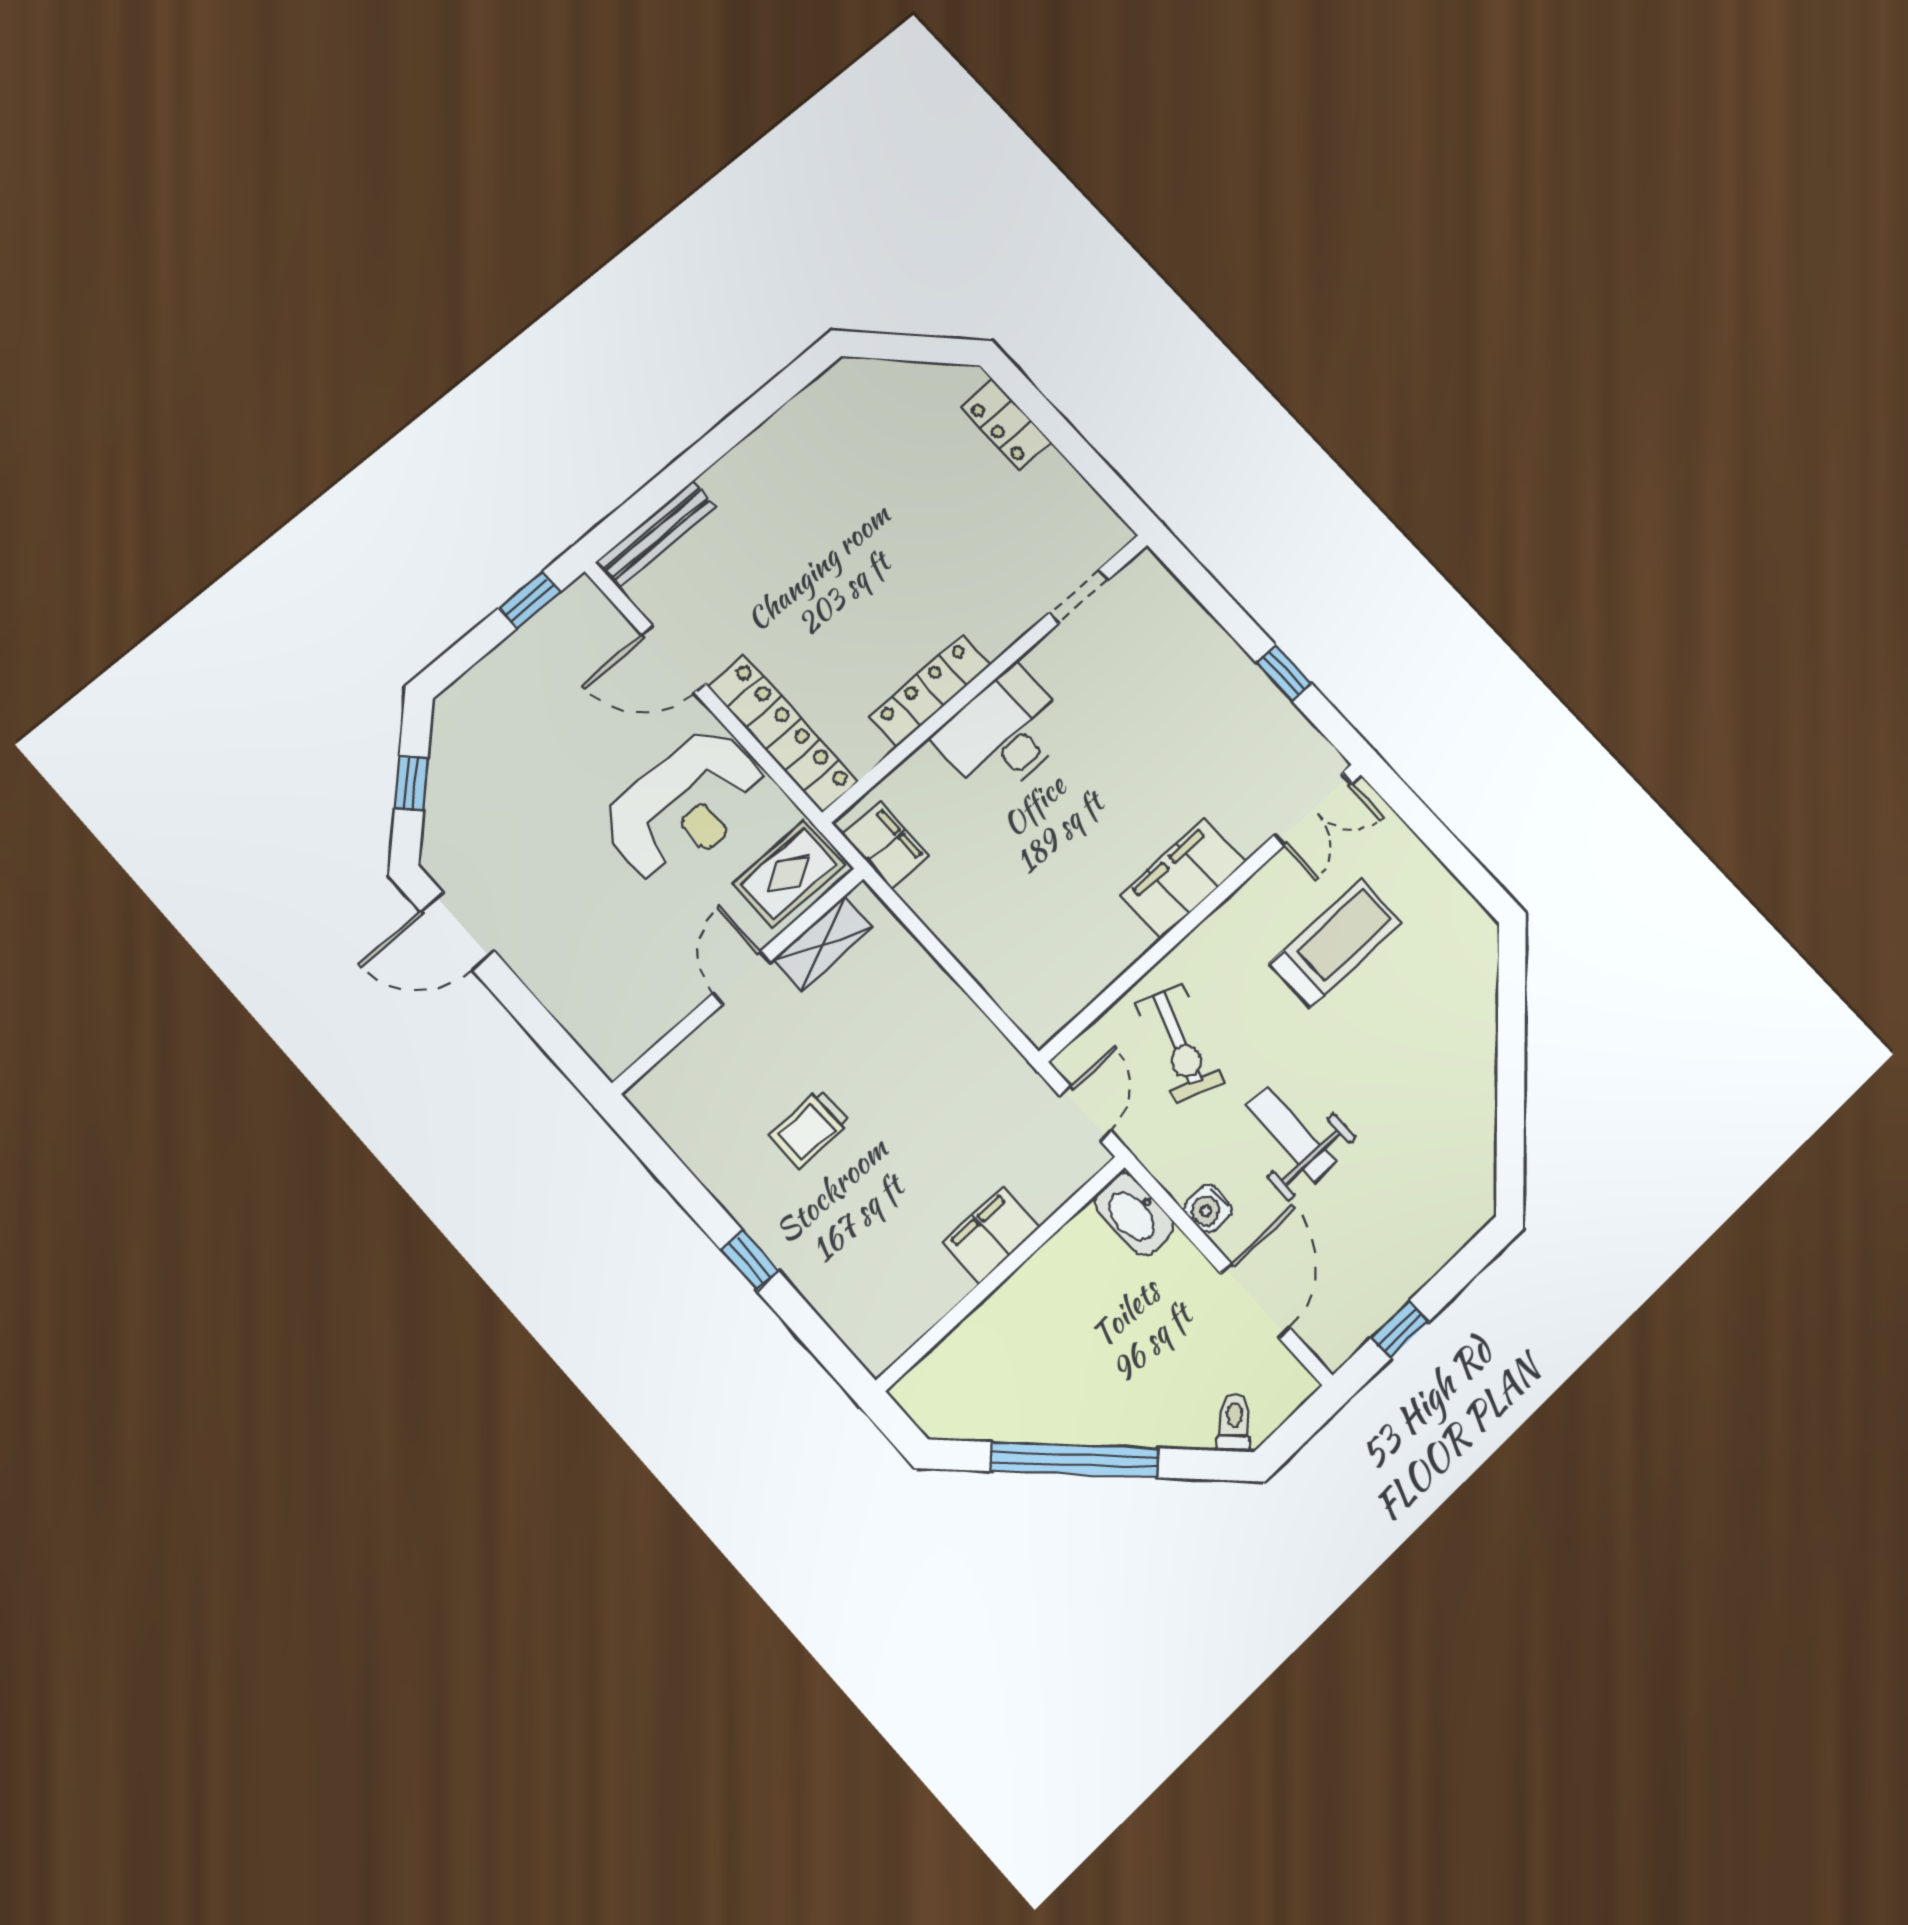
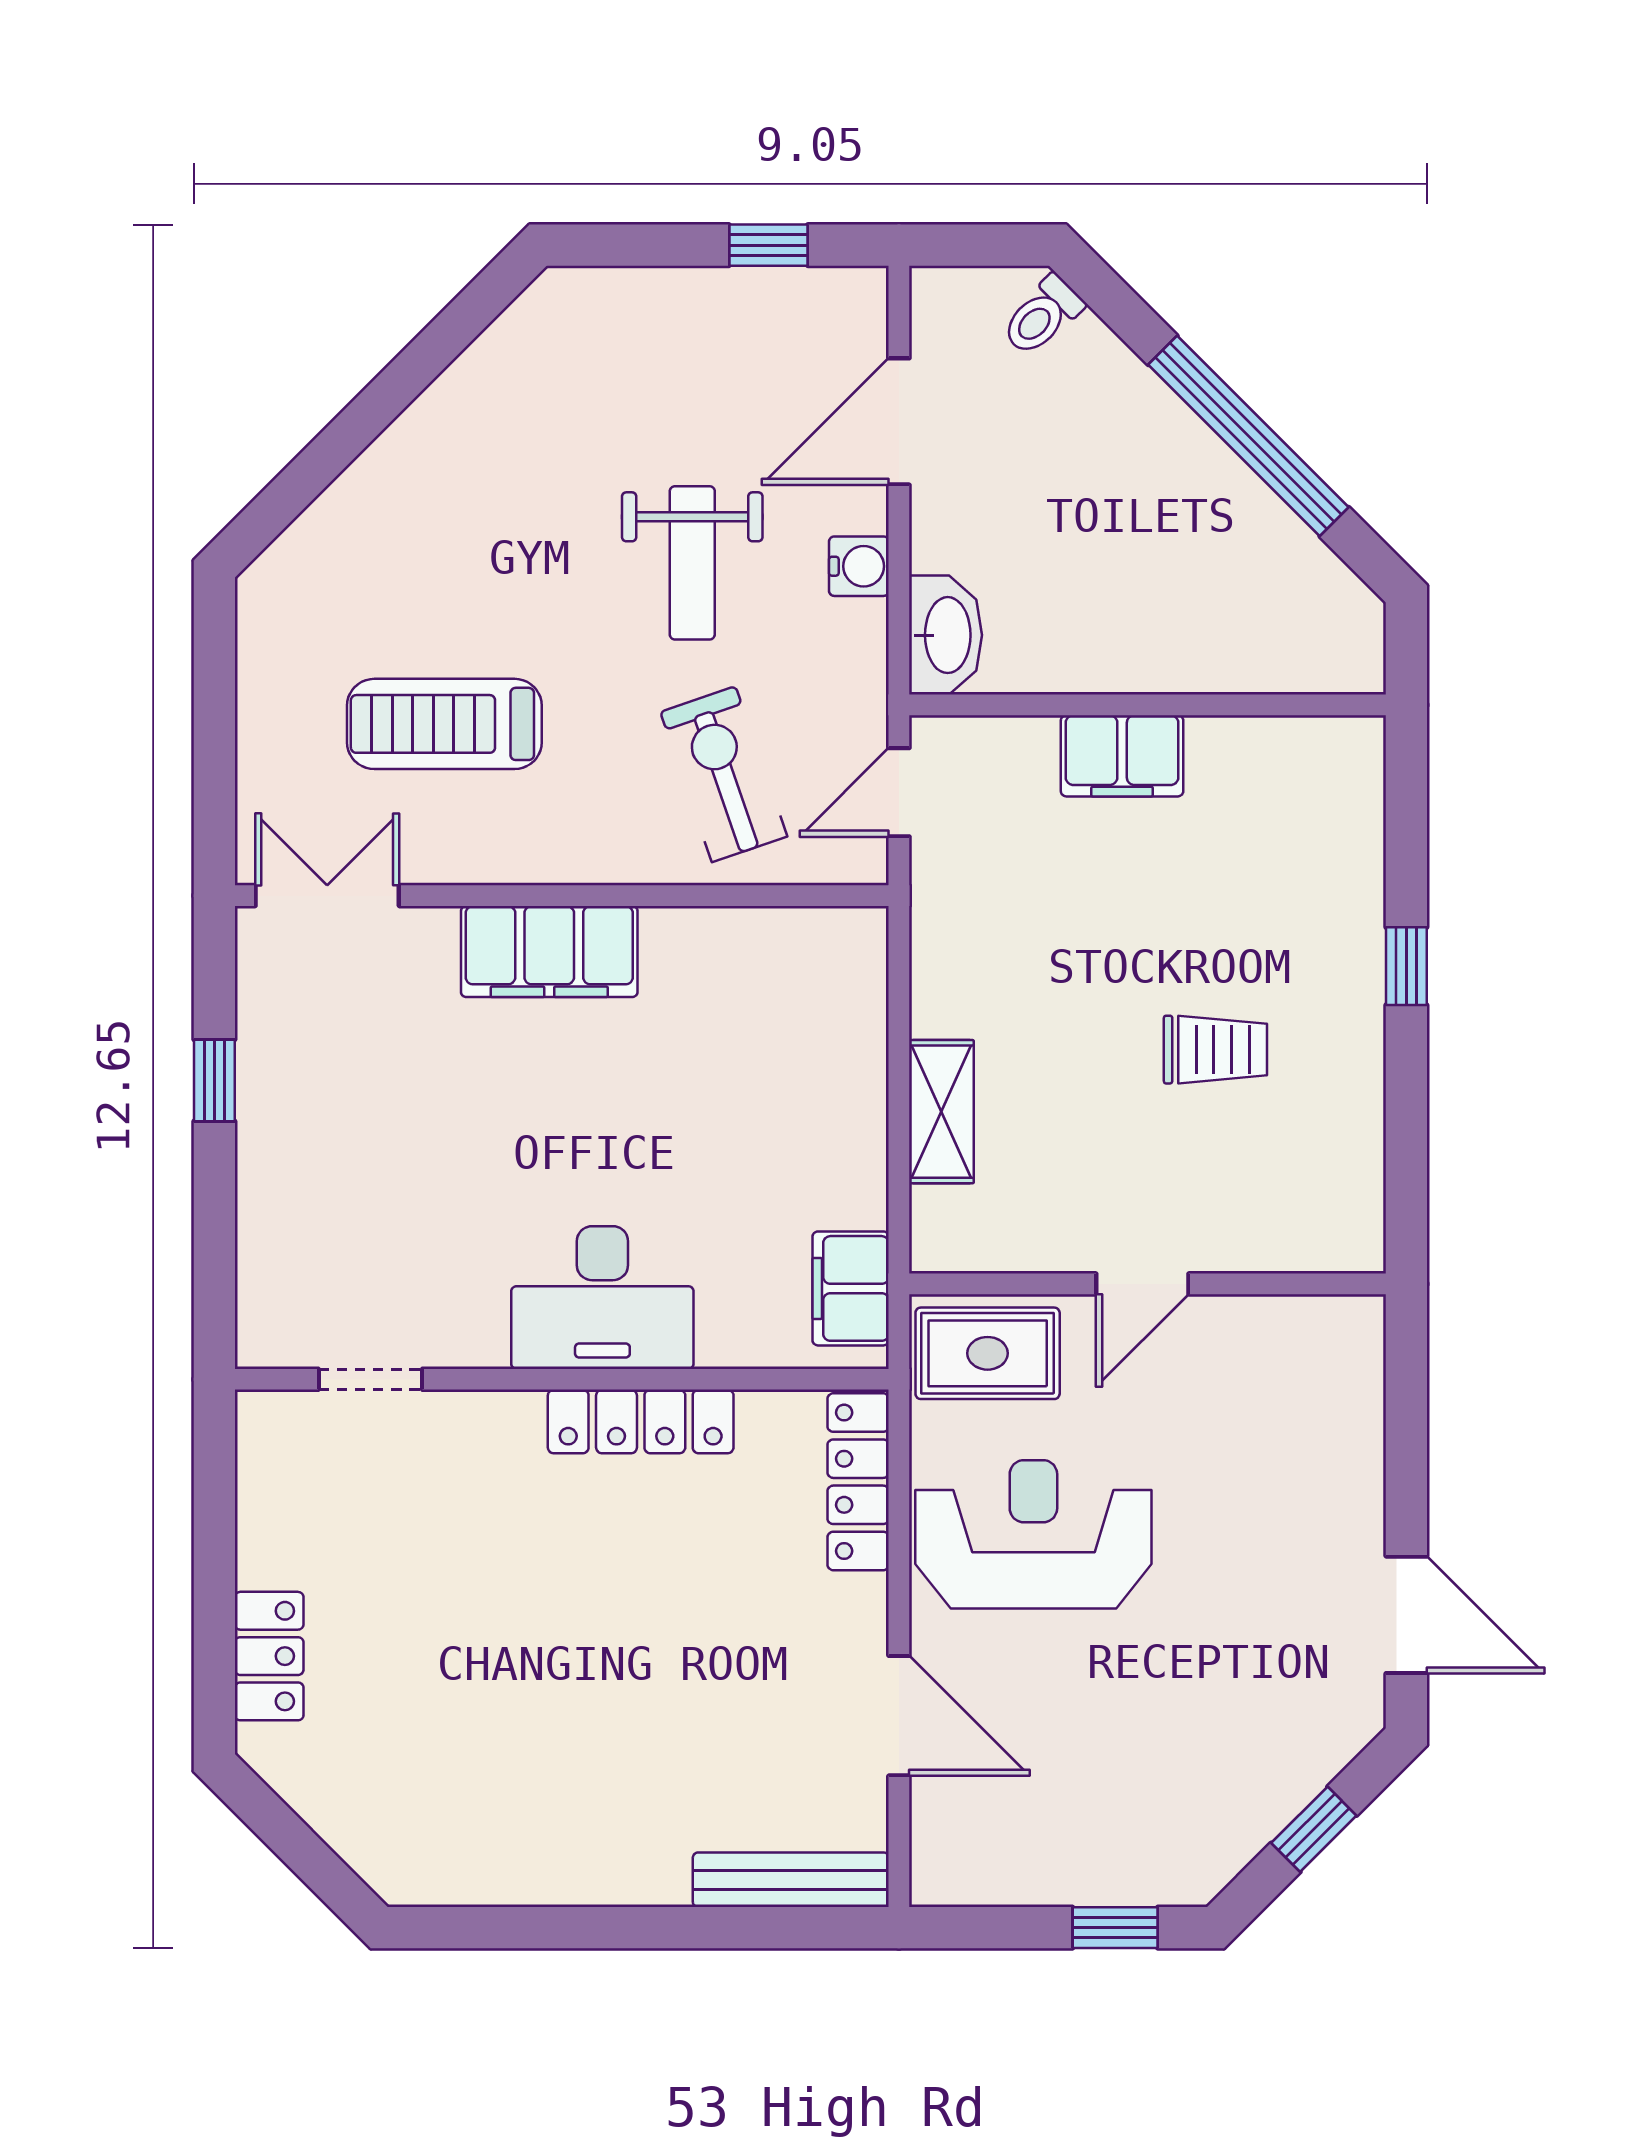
window: (529, 600) -> (1115, 1928), moved
locker: (783, 733) -> (858, 1482), width x0.71, depth x0.83
shelving: (823, 944) -> (941, 1112), moved, turned 90
exercise bike: (1179, 1043) -> (724, 774), turned -39

